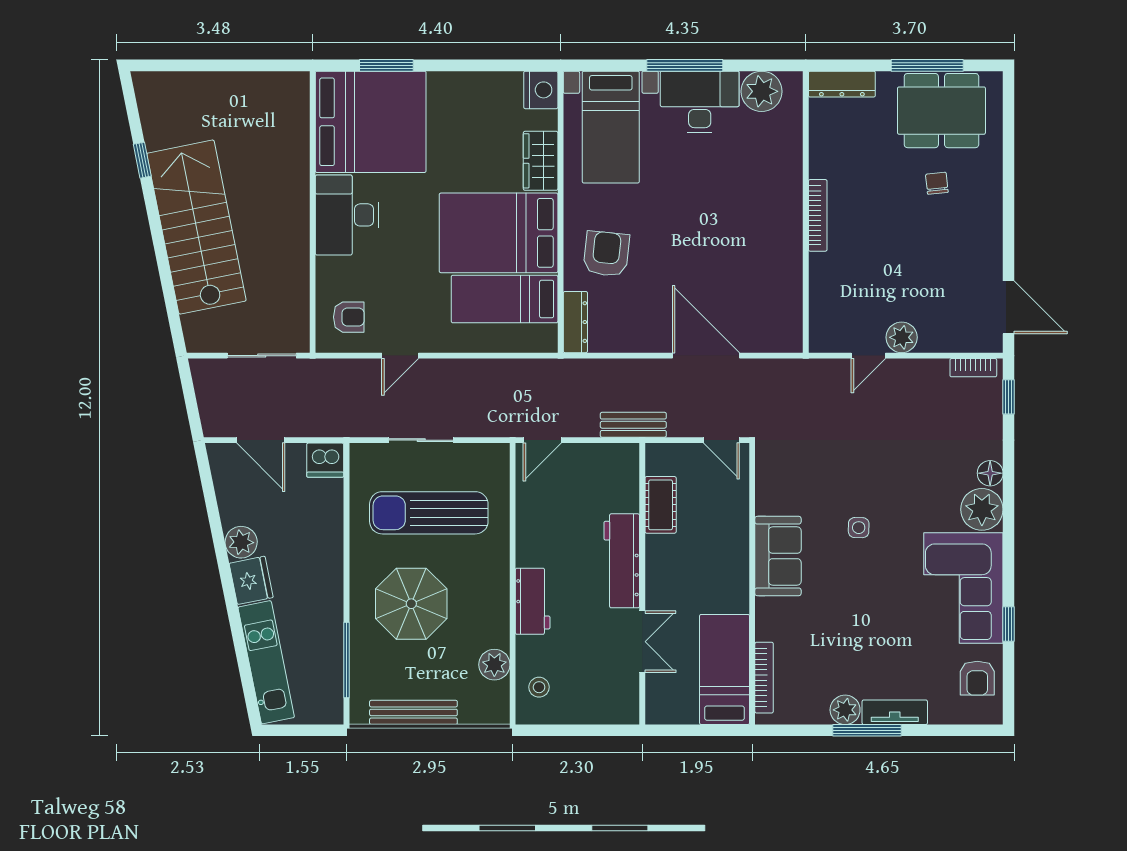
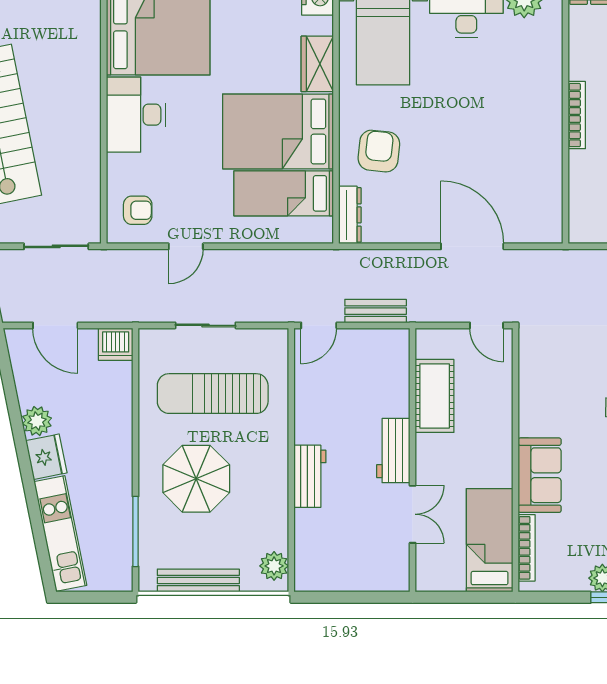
bench: (633, 425) -> (376, 311), moved
cot: (661, 505) -> (435, 396), width x1.37, depth x1.34
sofa: (778, 556) -> (540, 475), moved
workbench: (622, 561) -> (393, 451), width x0.73
plant: (494, 665) -> (274, 566), moved
stool: (539, 687) -> (316, 557), removed

